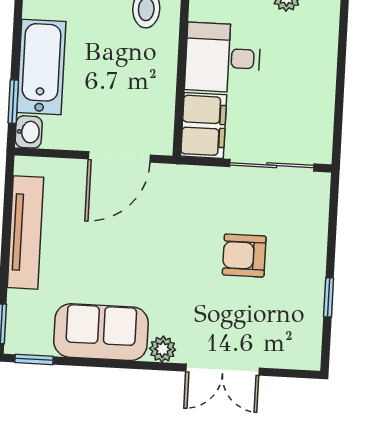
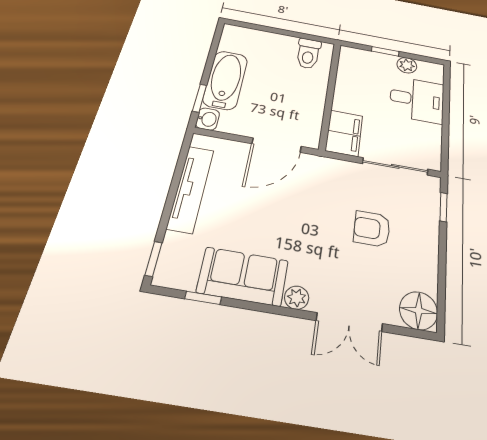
desk: (223, 58) -> (417, 100), moved, turned 180
window: (329, 297) -> (444, 207), moved
floor lamp: (300, 348) -> (419, 311), added
window: (34, 359) -> (203, 298), moved

